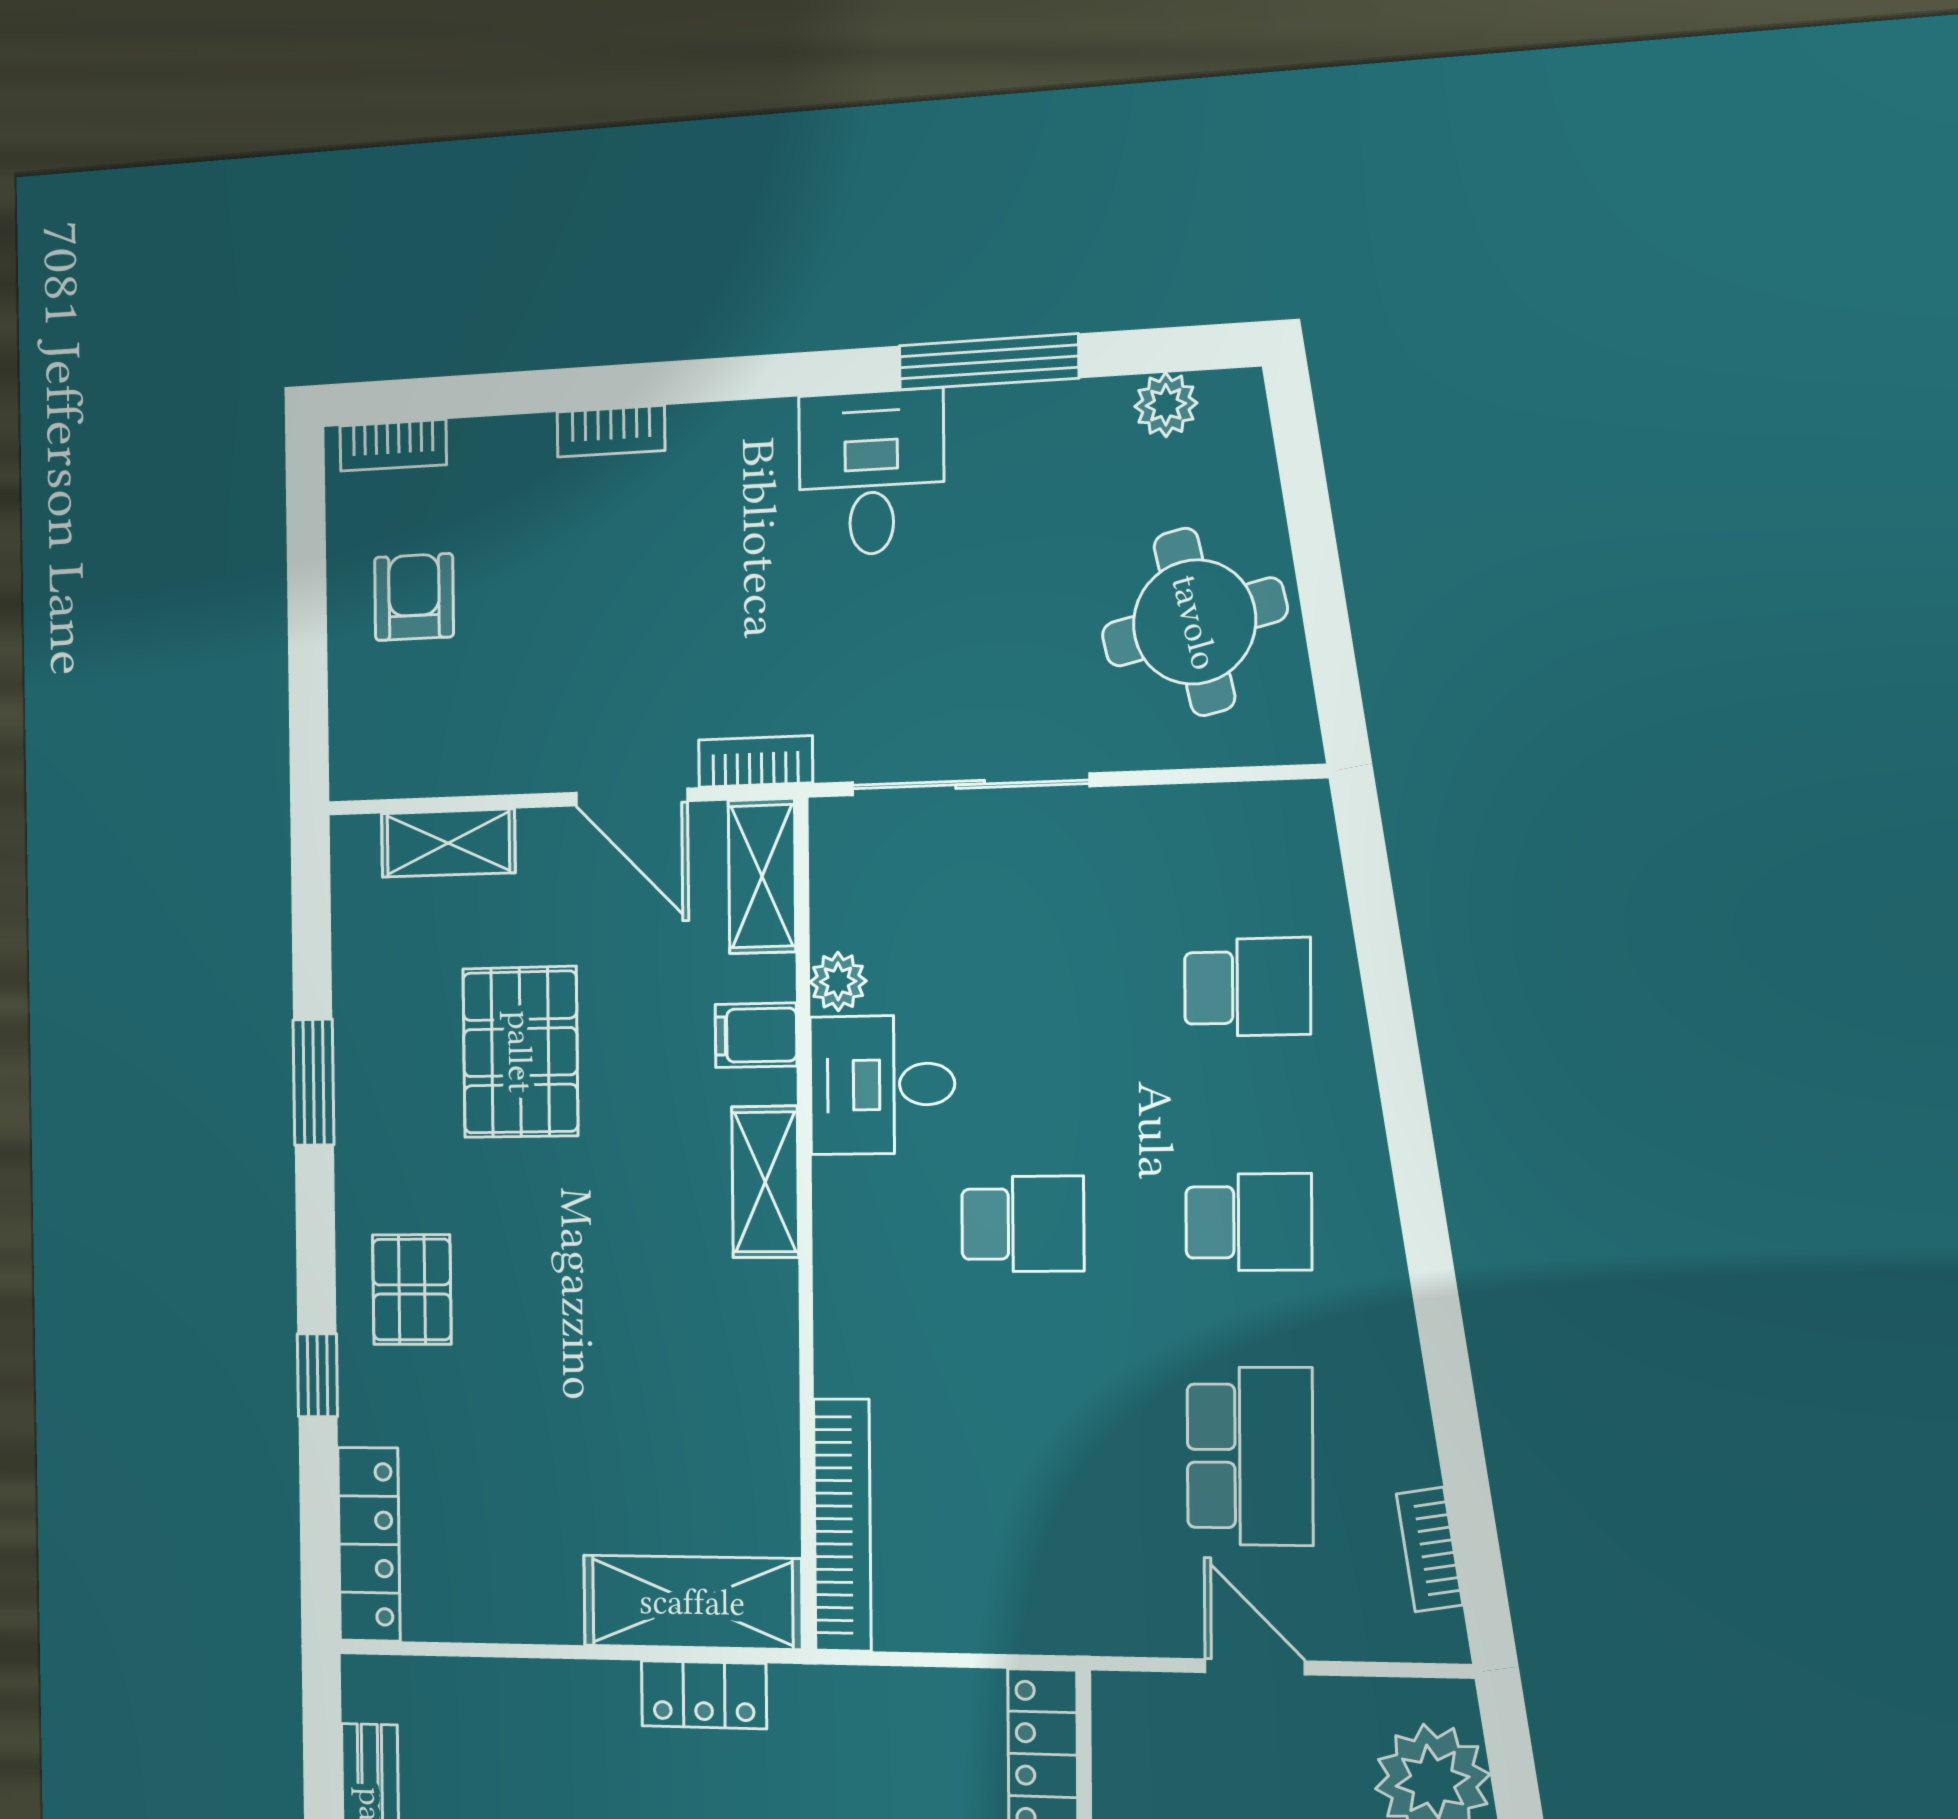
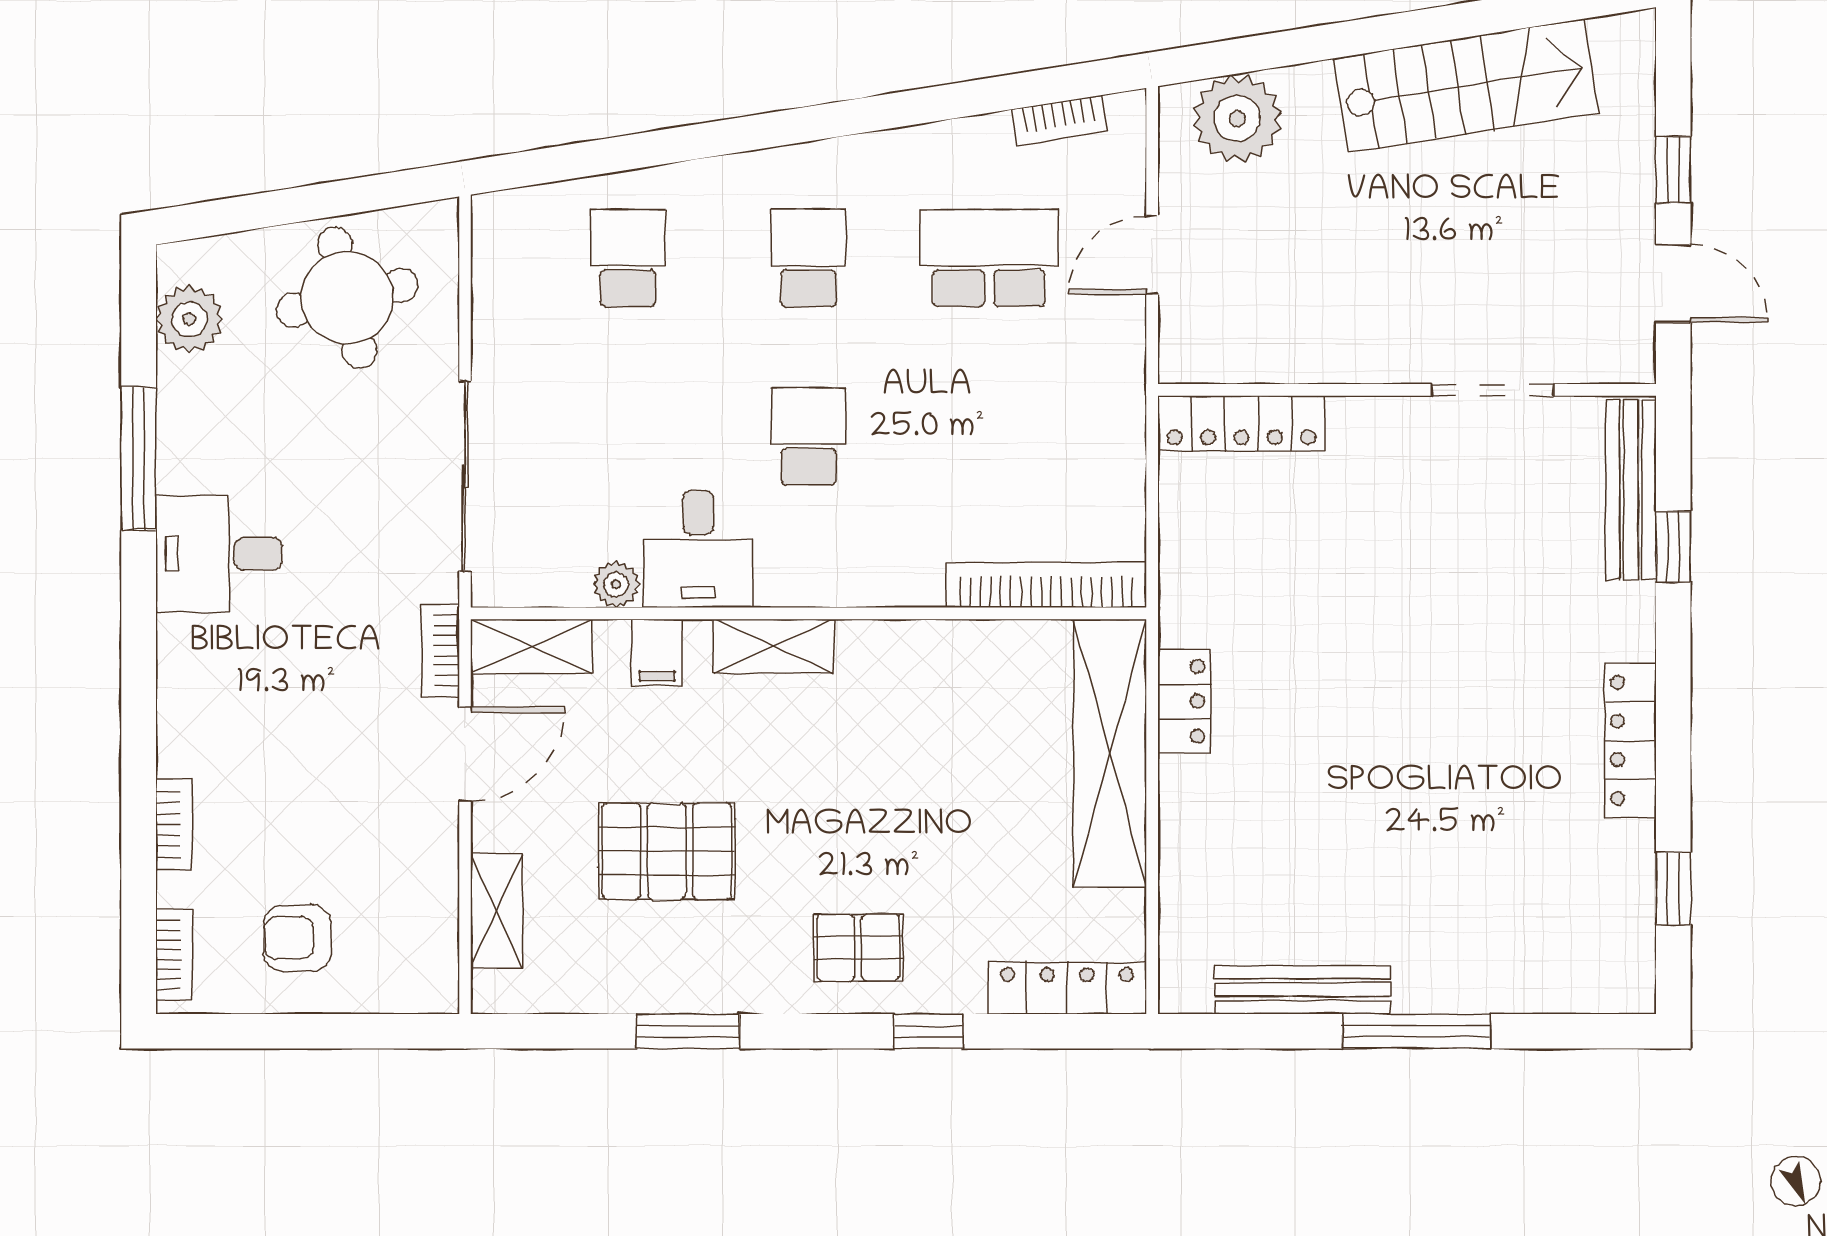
plant: (1166, 405) -> (189, 319), width x1.38, depth x1.38
bookcase: (611, 431) -> (174, 824), moved
shelving: (692, 1602) -> (1110, 753), width x1.47

